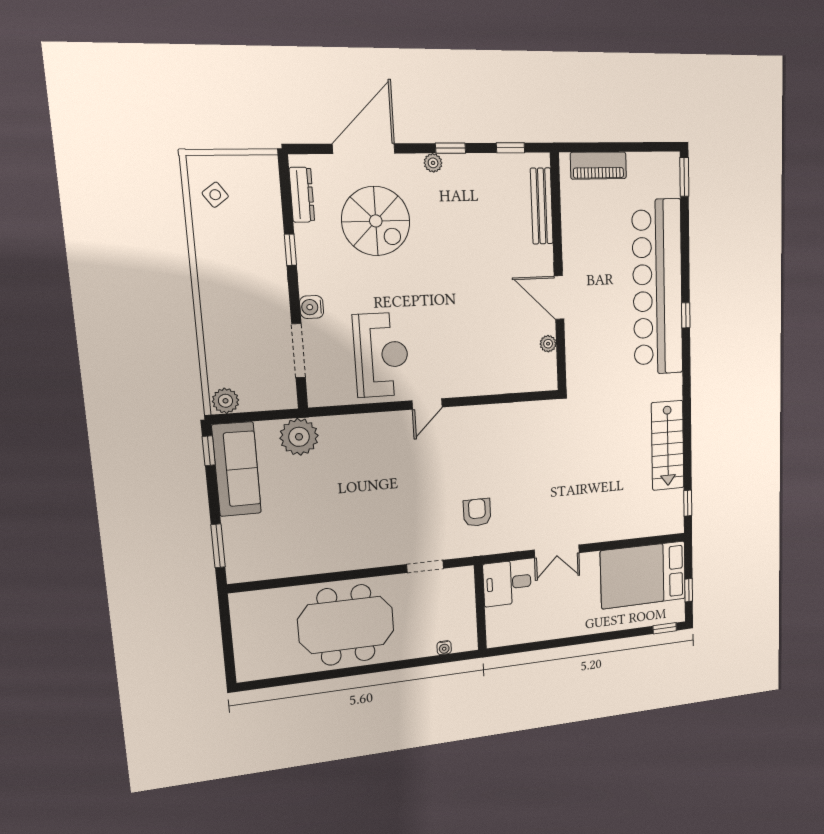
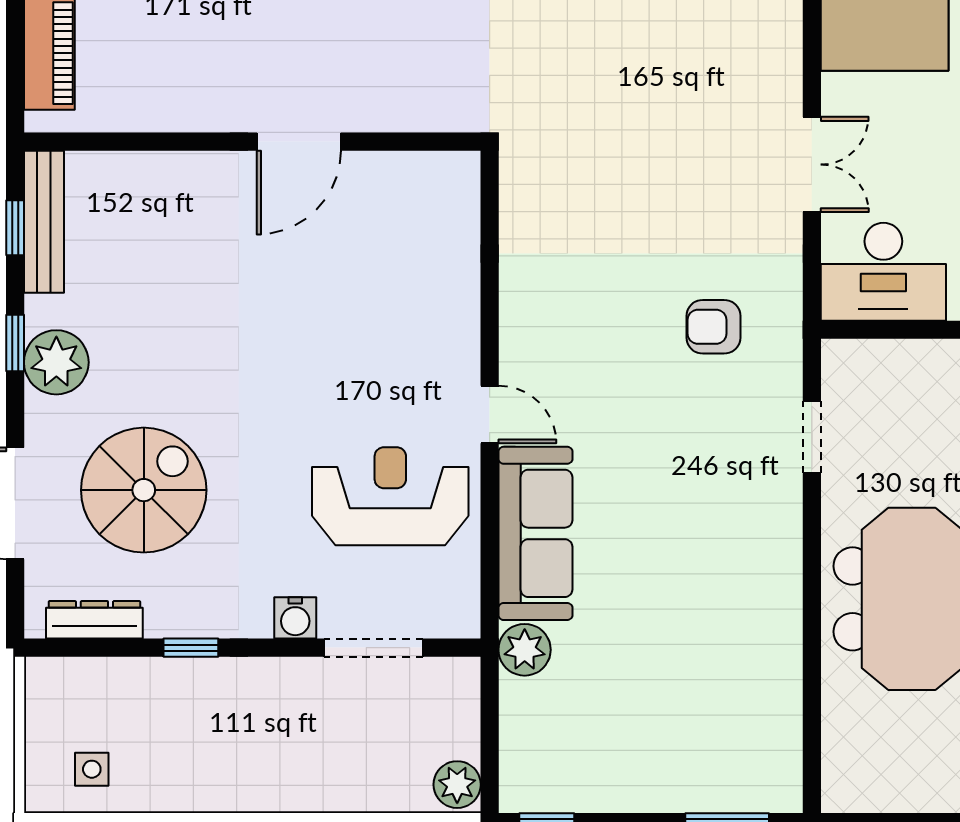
plant: (433, 163) -> (56, 362), width x1.88, depth x1.88
side table: (215, 195) -> (92, 769), turned 36
bench: (542, 206) -> (44, 222), moved, turned 90
plant: (548, 344) -> (388, 167), removed
plant: (299, 437) -> (525, 650), width x0.73, depth x0.73
sofa: (237, 469) -> (535, 533), moved, turned 90
desk: (507, 583) -> (883, 272), width x1.37

